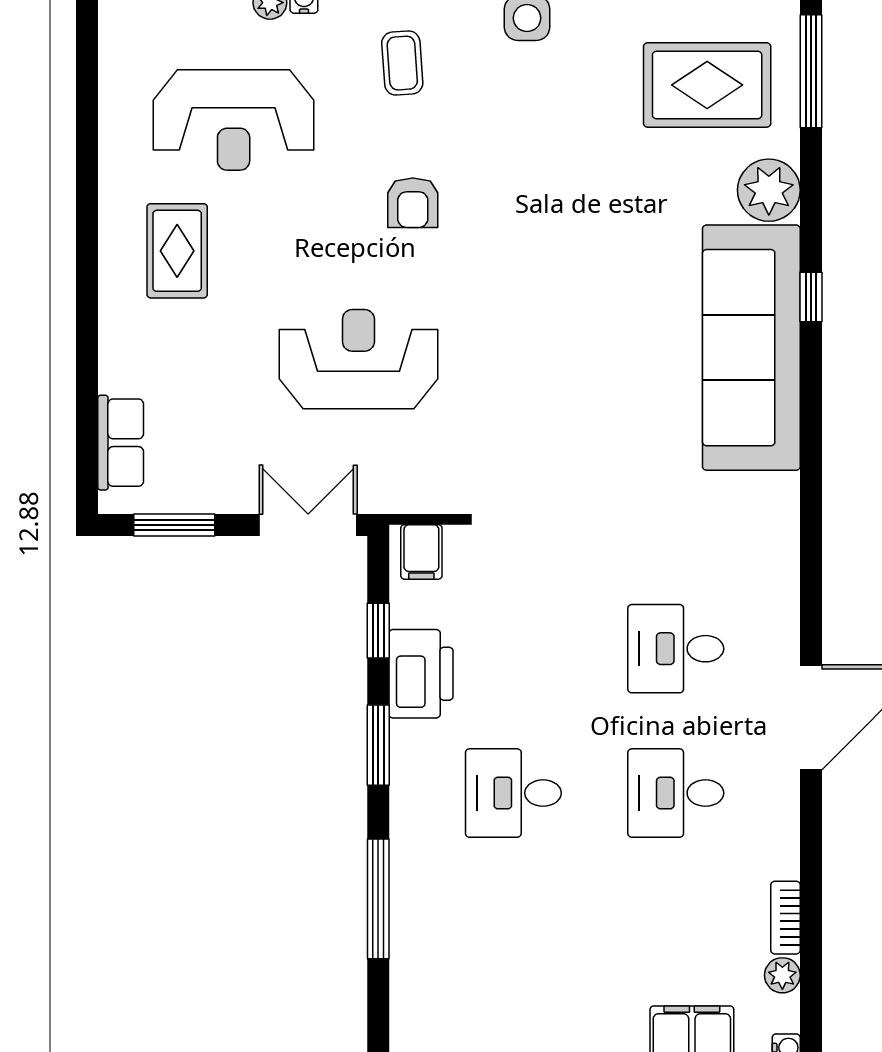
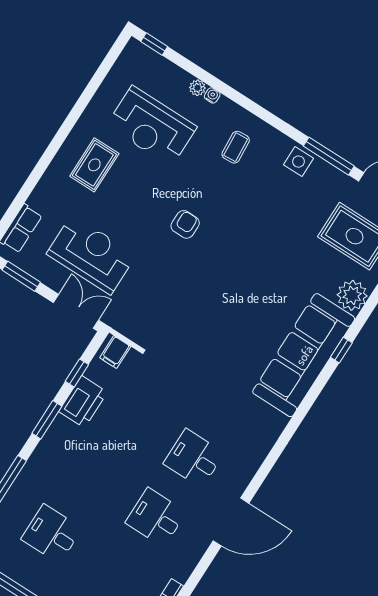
armchair: (413, 203) -> (185, 224), moved, turned 180
reception desk: (358, 359) -> (91, 255), moved
desk: (513, 793) -> (52, 534), moved

